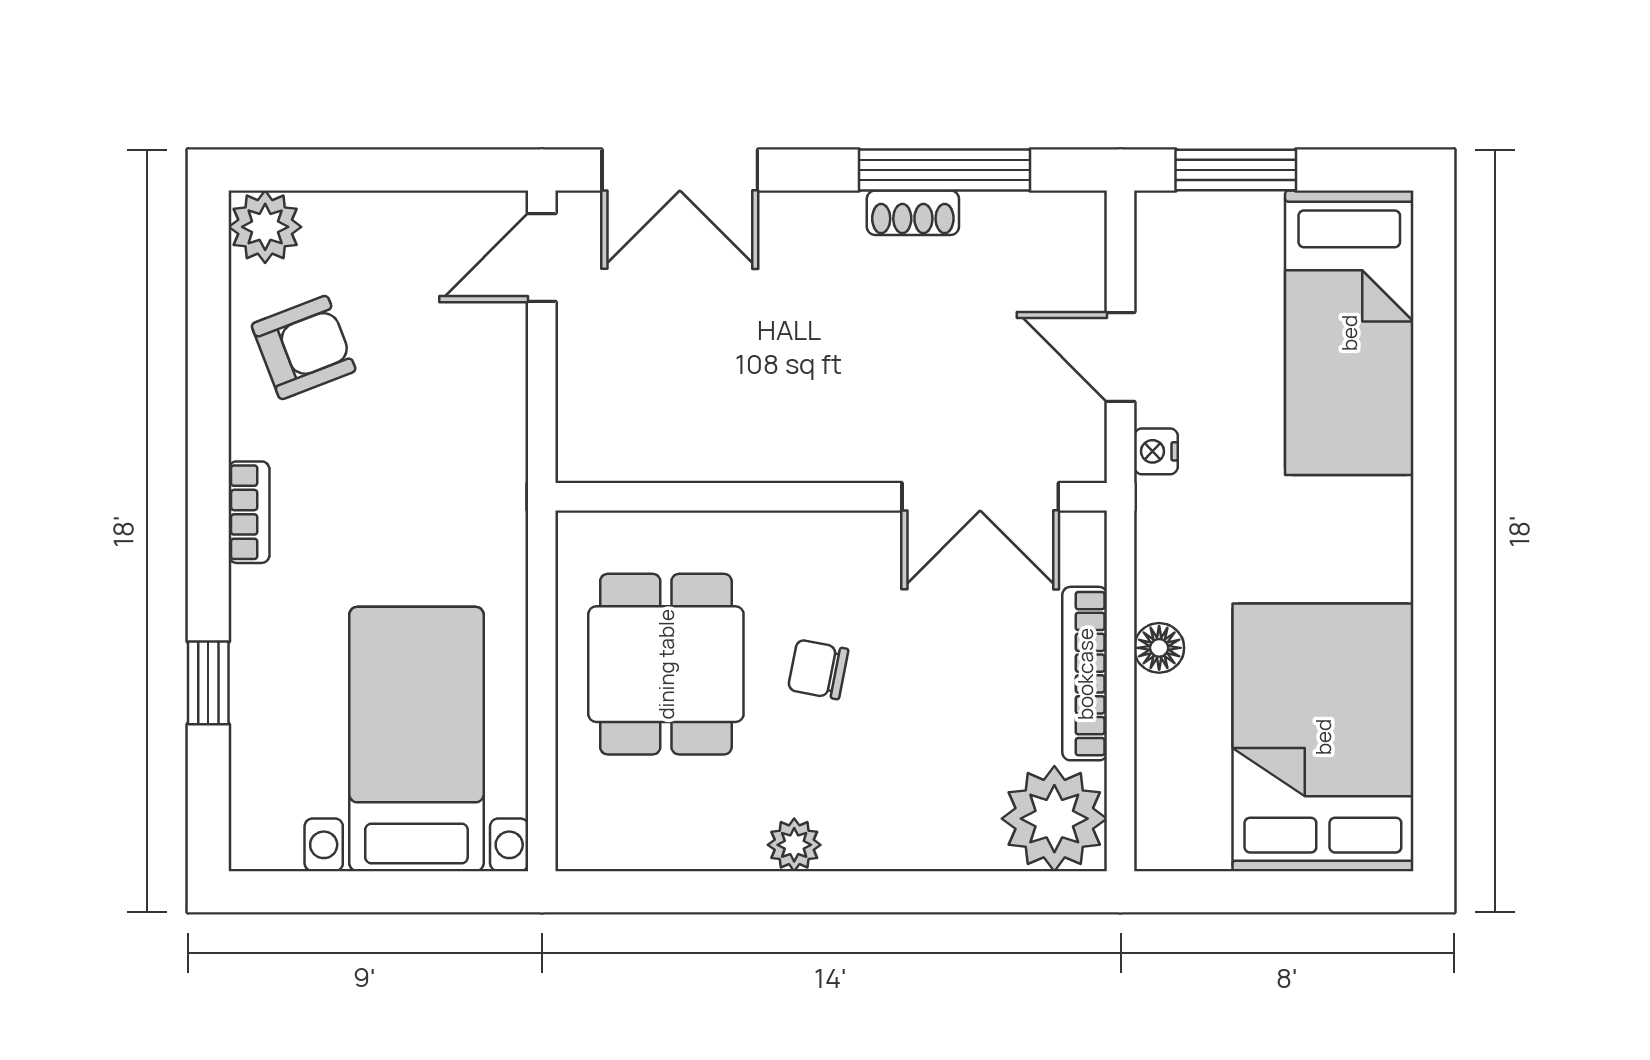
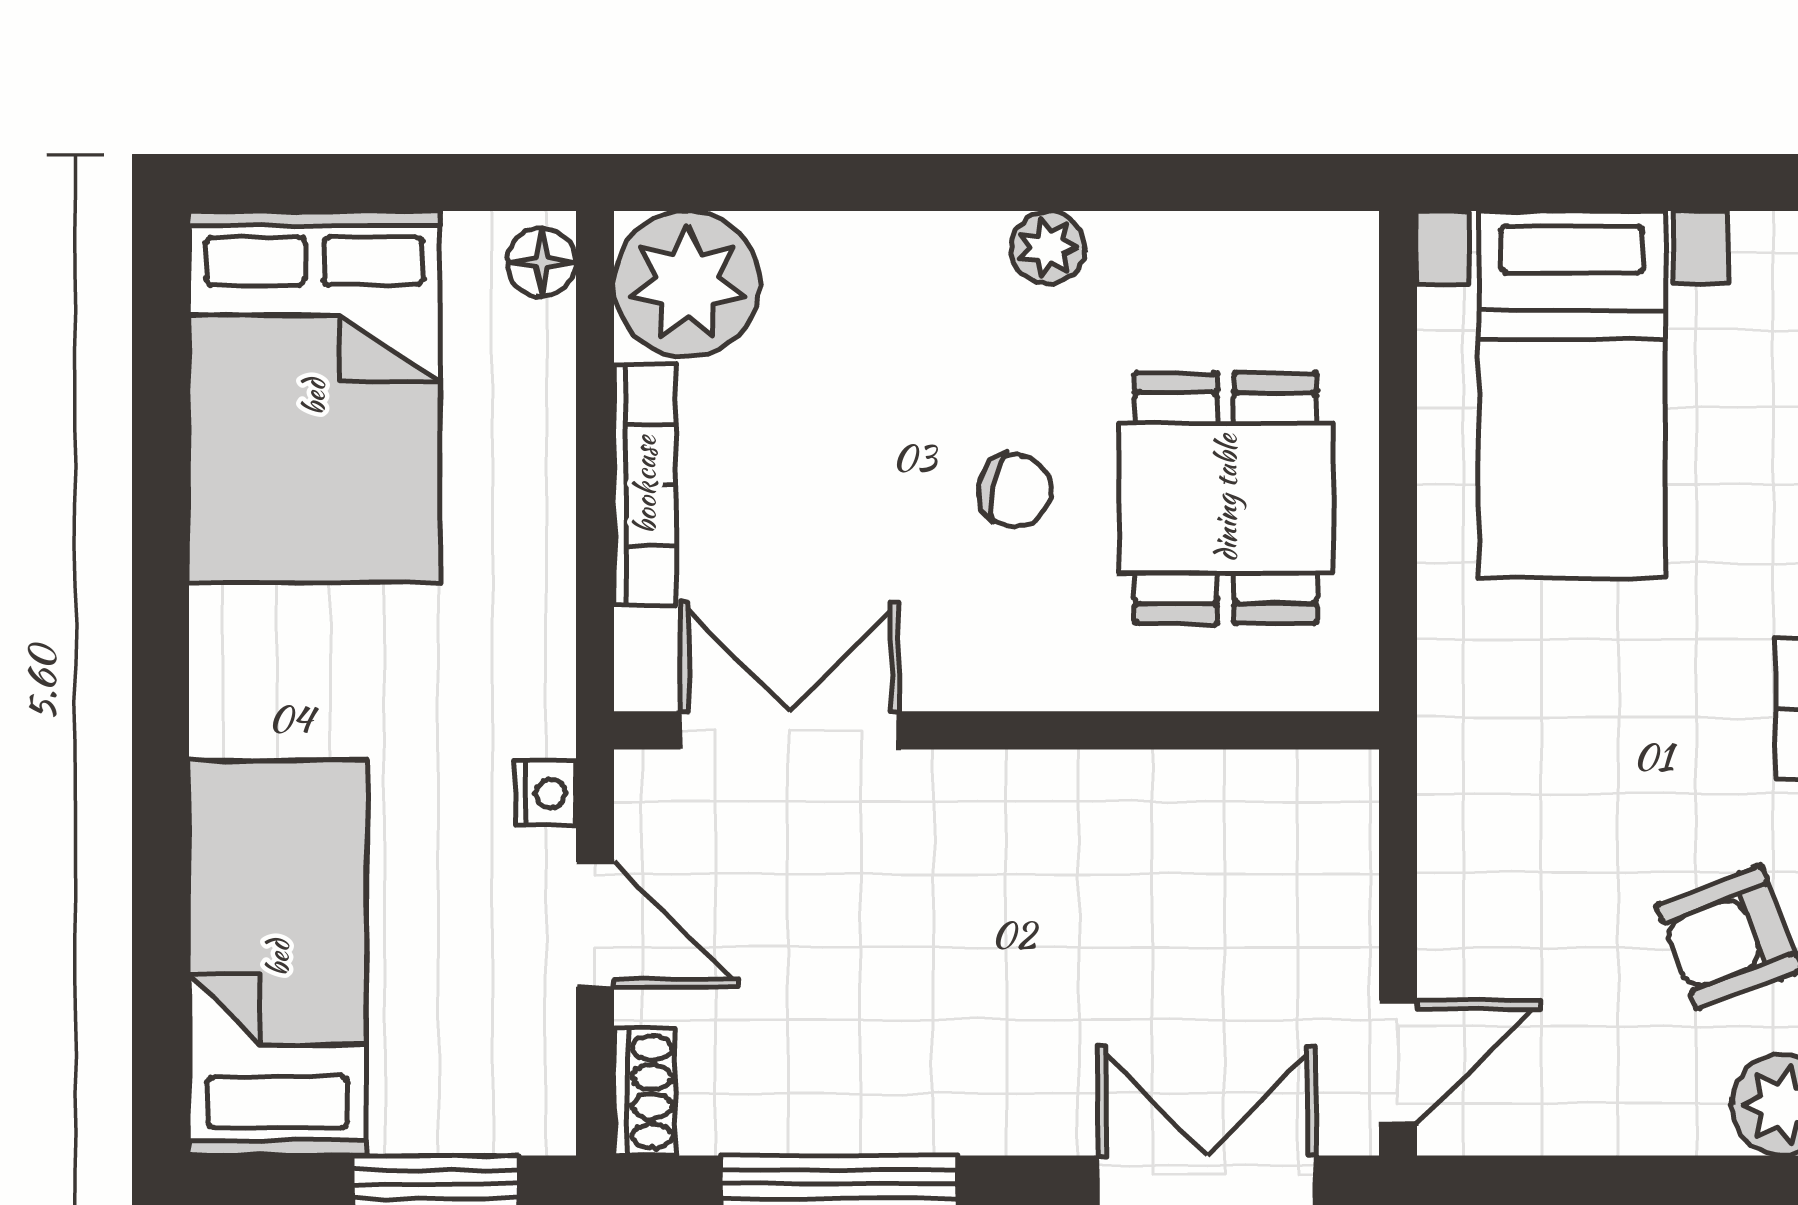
shoe rack: (913, 213) -> (645, 1092), moved, turned 90
floor lamp: (1159, 648) -> (542, 262), moved

